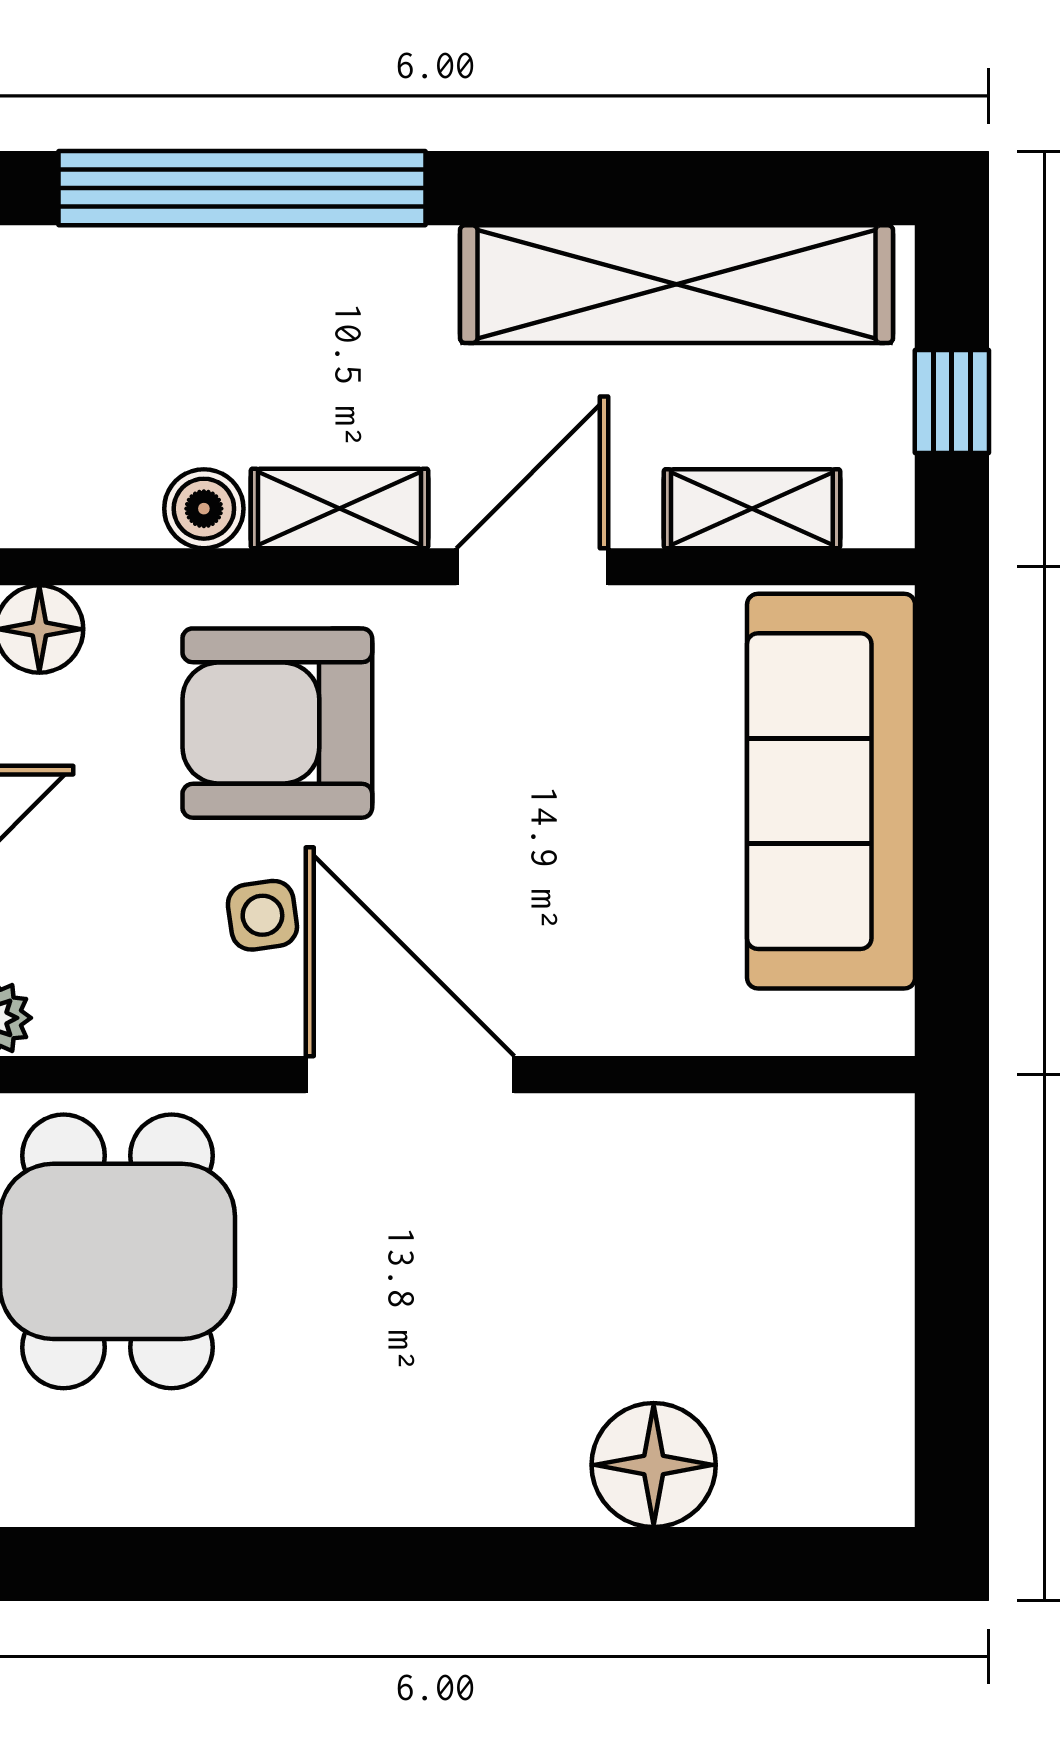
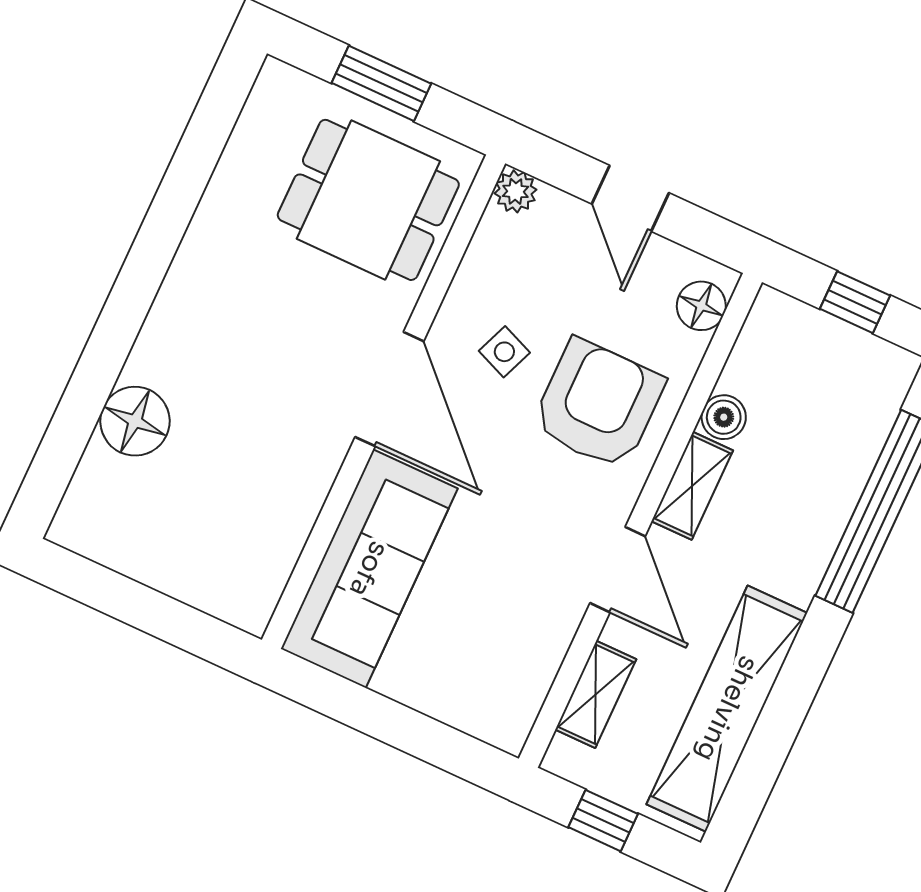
sofa: (831, 791) -> (369, 569), moved, turned 90
side table: (262, 915) -> (504, 352), turned 30
door: (410, 1075) -> (389, 389), hinge flipped

